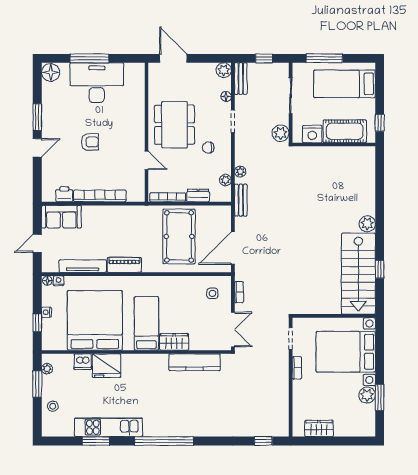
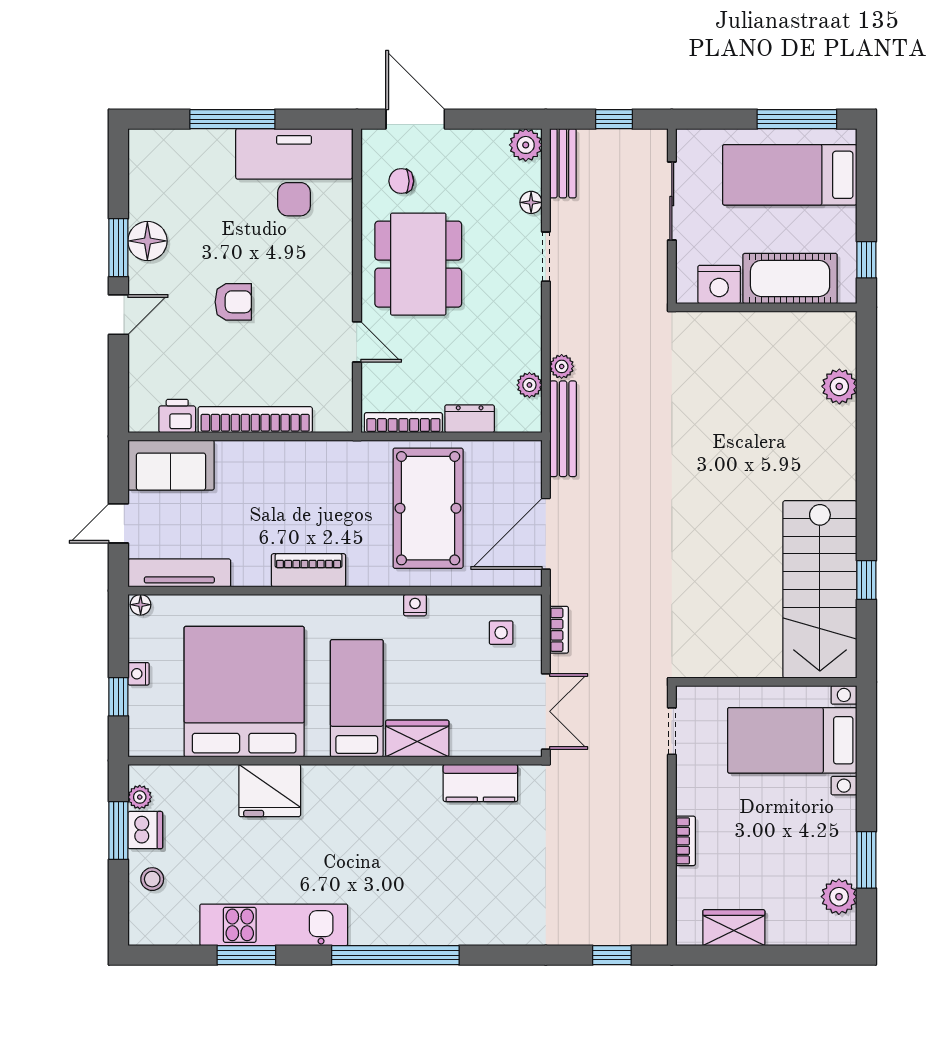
window: (324, 58) -> (797, 119), moved
floor lamp: (51, 72) -> (147, 241), moved
desk: (97, 83) -> (294, 172), moved
plant: (280, 133) -> (650, 283), removed
chair: (208, 148) -> (401, 181), moved
bench: (241, 200) -> (563, 429), width x1.36
plant: (367, 224) -> (839, 386), moved
tv unit: (83, 266) -> (179, 573), moved
nightstand: (58, 281) -> (415, 605), moved
bed with nightstands: (346, 352) -> (792, 740), width x0.73
dishwasher: (83, 362) -> (145, 830), moved, turned -90
kitchen counter: (194, 362) -> (480, 783), width x0.67
bookcase: (297, 368) -> (685, 841), moved
plant: (367, 395) -> (839, 897), moved

